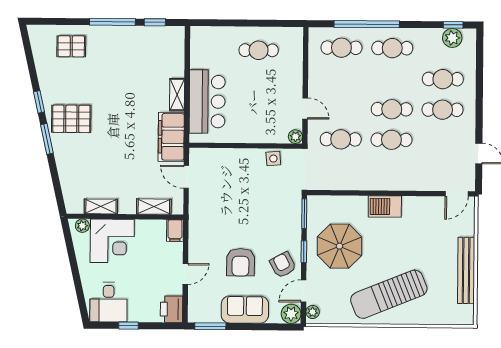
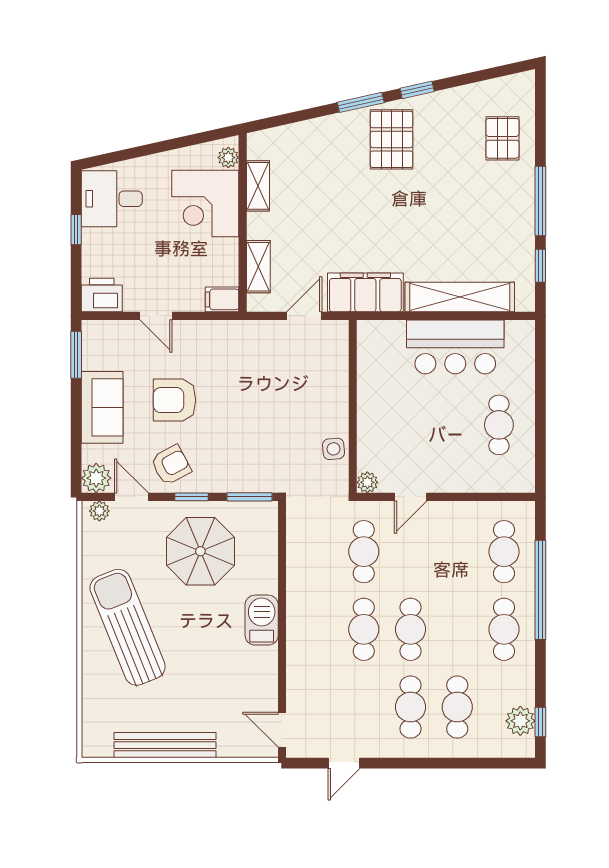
shelving: (177, 95) -> (460, 297), width x2.20, depth x1.33
bar counter: (207, 102) -> (455, 347), moved

